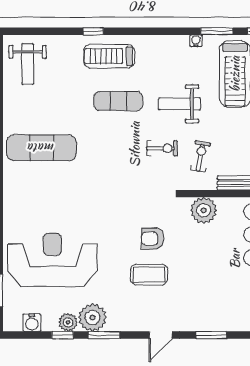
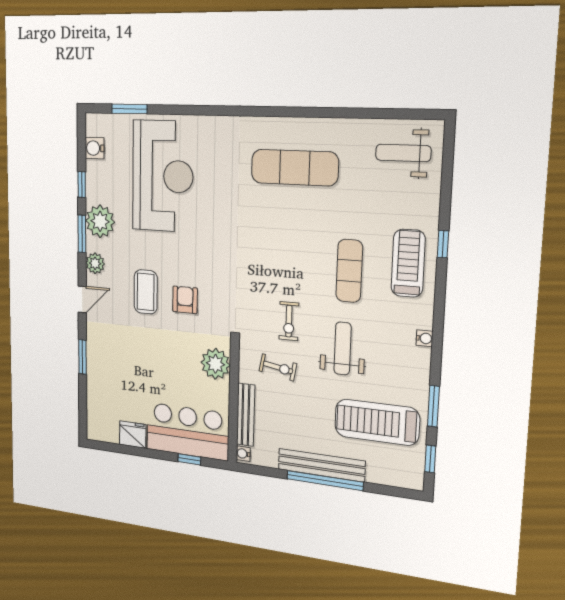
water cooler: (196, 41) -> (424, 338), moved
exercise mat: (41, 148) -> (295, 168), turned 90
plant: (68, 322) -> (95, 263), moved
door: (161, 335) -> (82, 299), swing flipped

